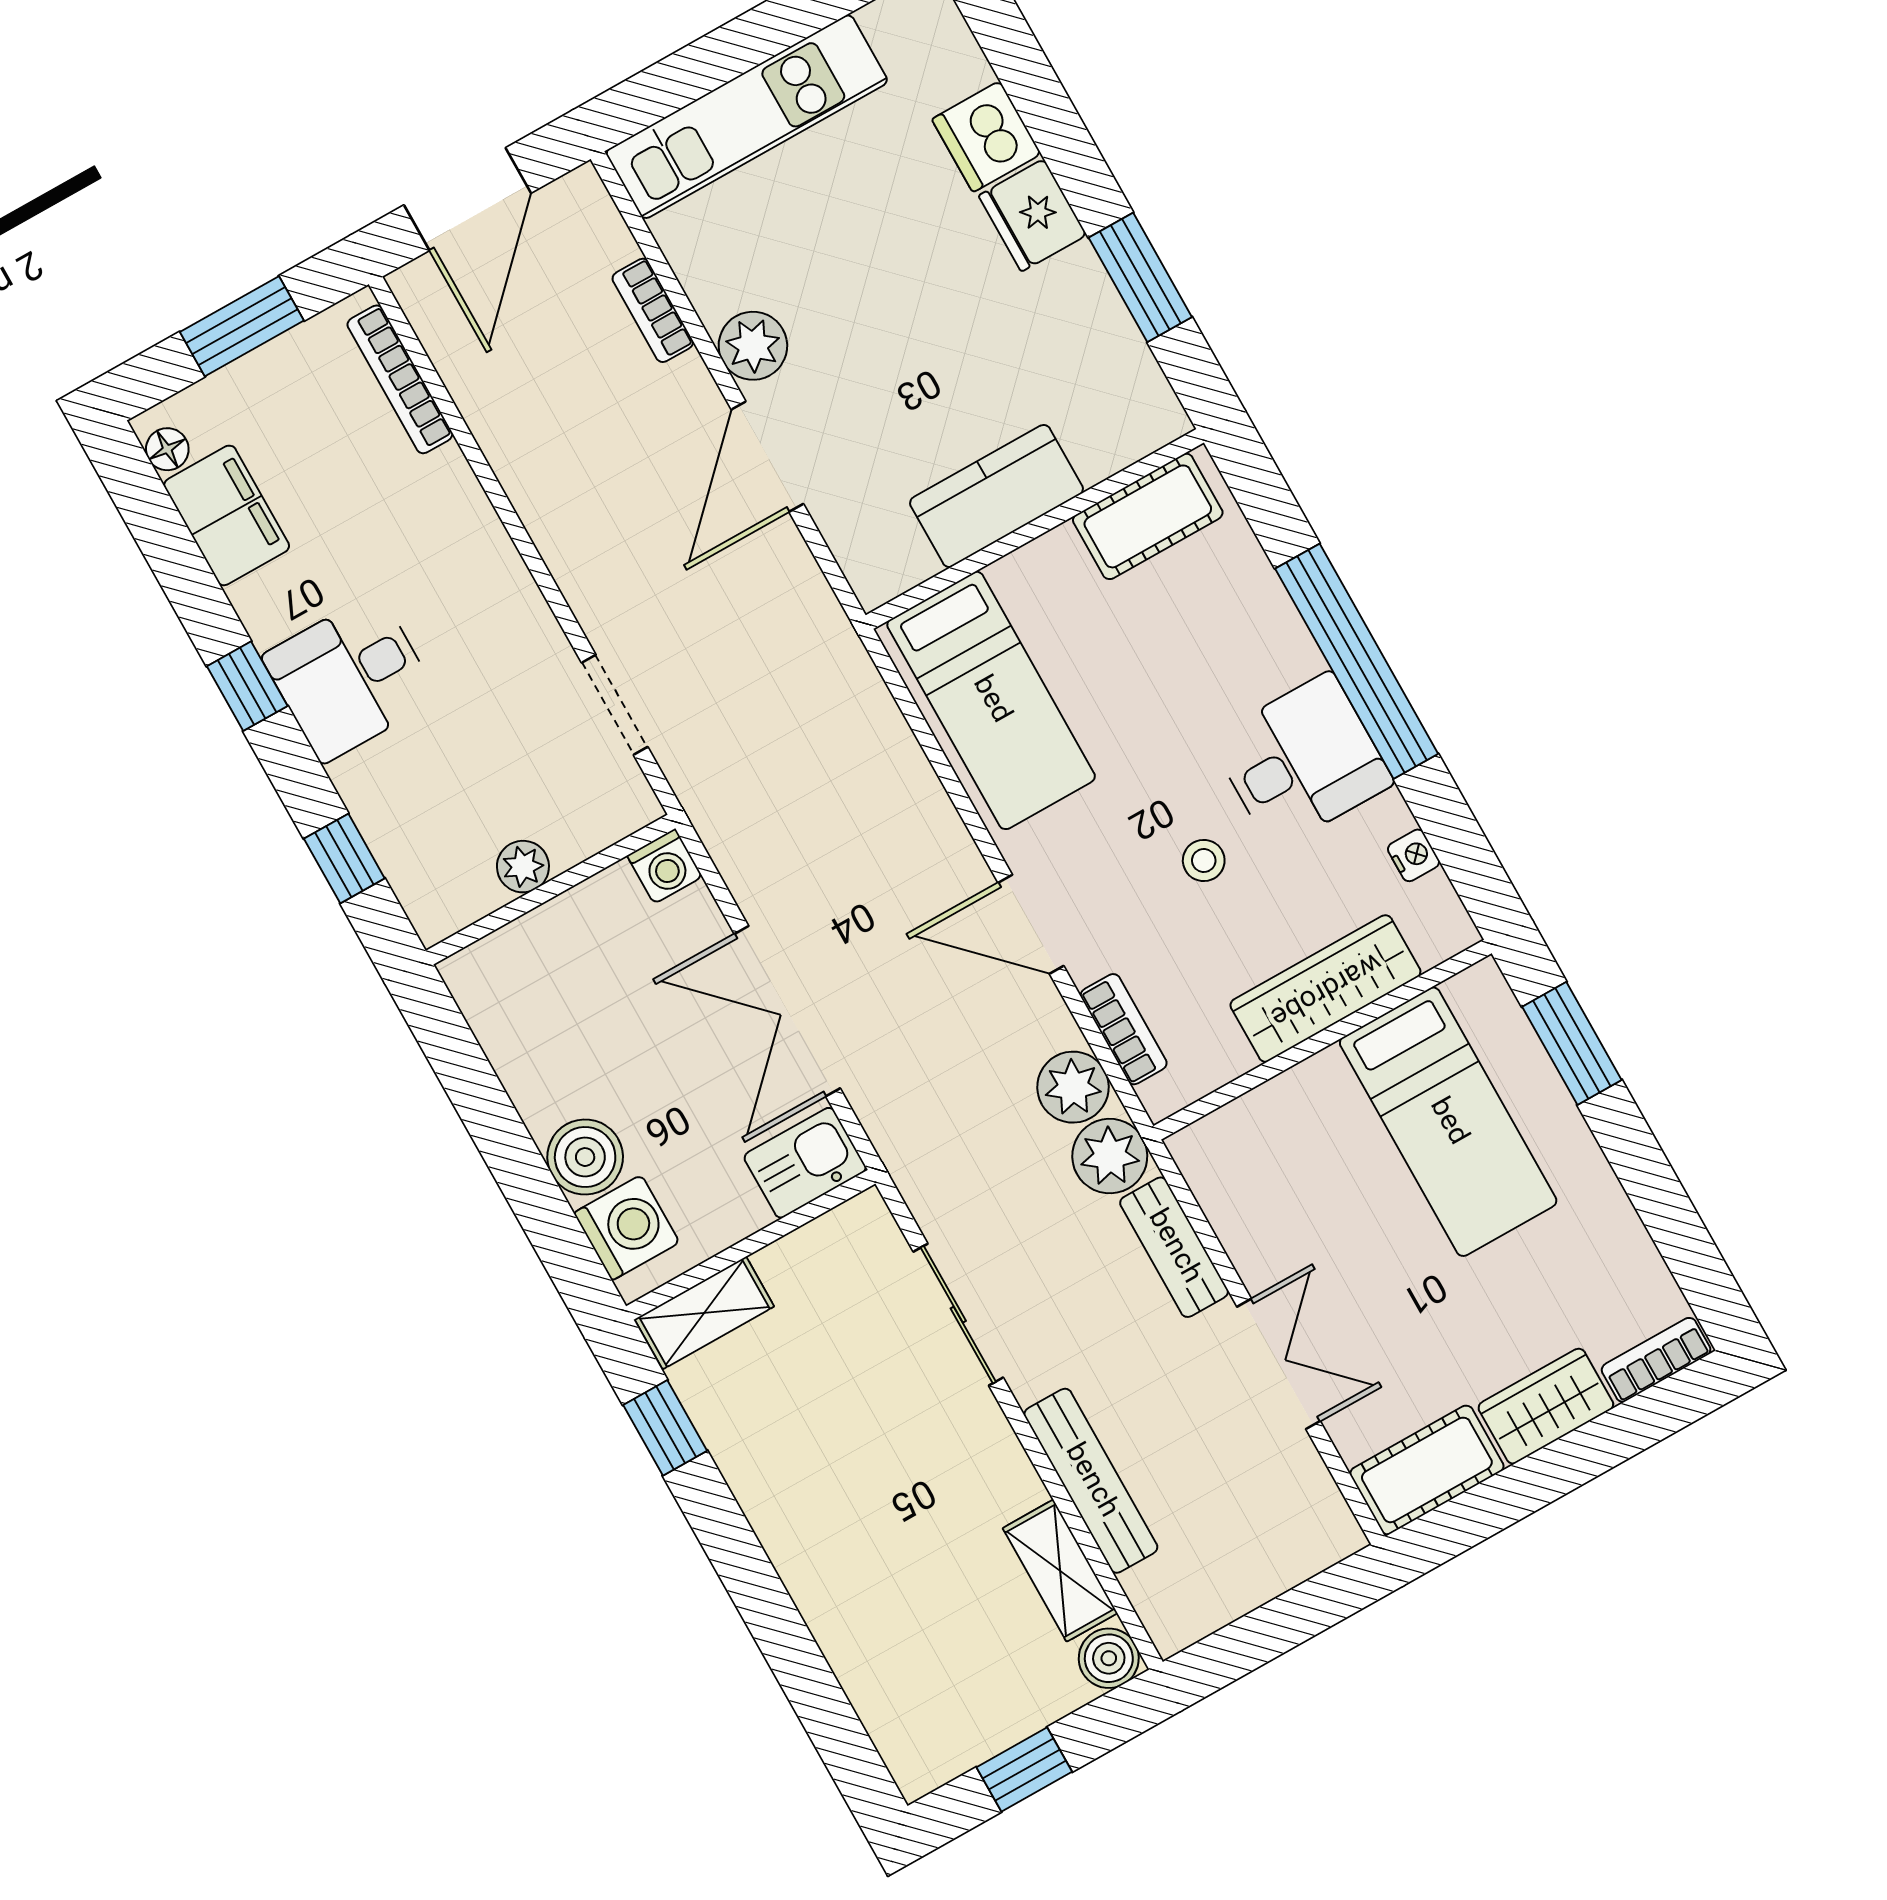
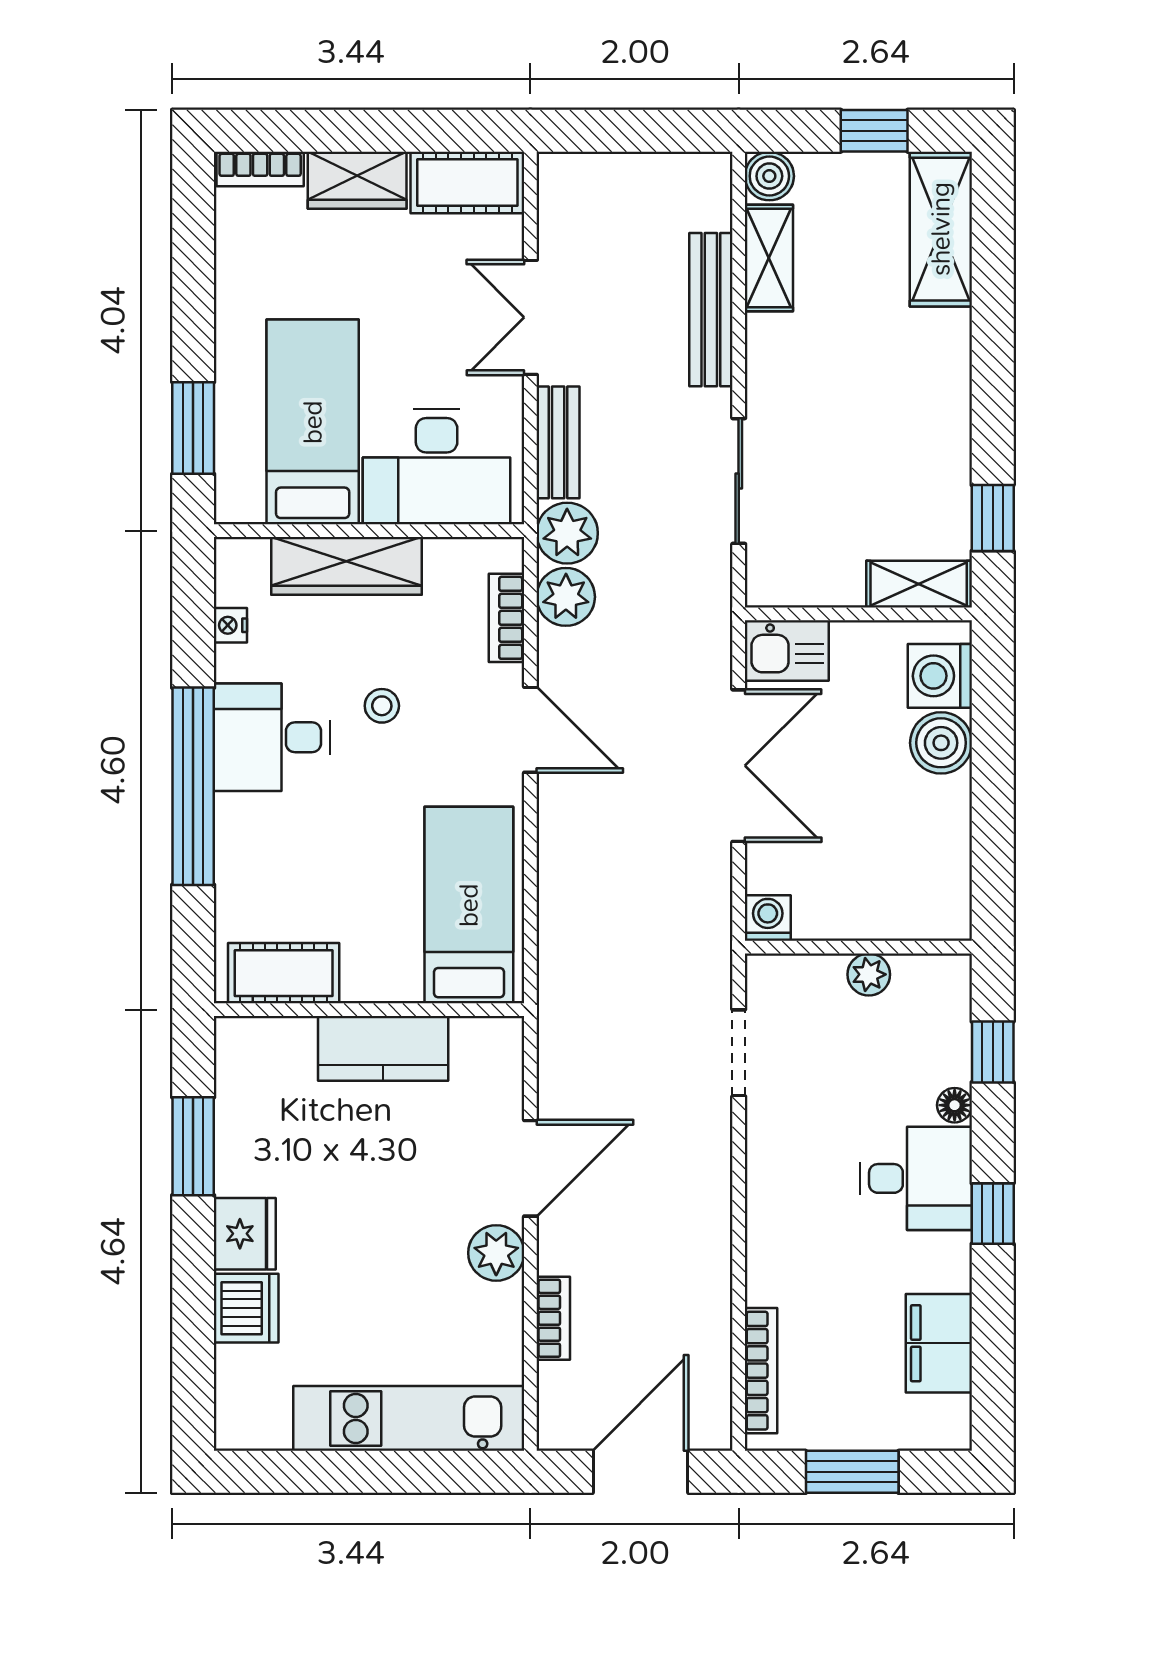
floor lamp: (167, 449) -> (955, 1105), moved
desk: (1289, 1149) -> (437, 467), added
shelving: (894, 1705) -> (941, 229), added

